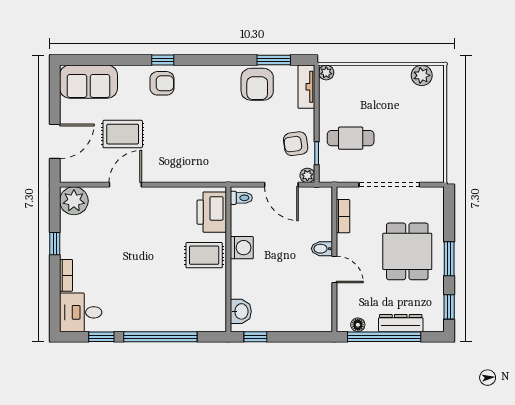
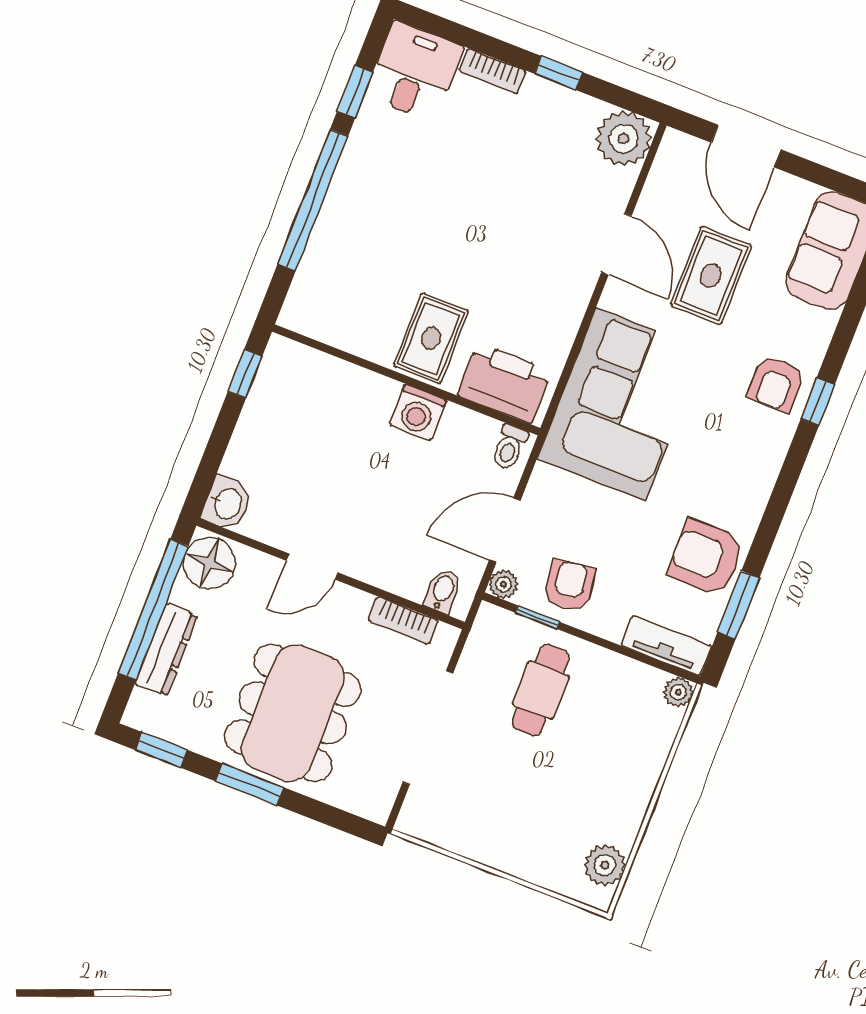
corner sofa: (200, 153) -> (621, 404), added
bidet: (322, 249) -> (442, 591), moved
dining table: (407, 251) -> (293, 713), width x1.38
washbasin: (241, 311) -> (227, 503), moved, turned -90
floor lamp: (358, 325) -> (209, 563), width x1.89, depth x1.89

